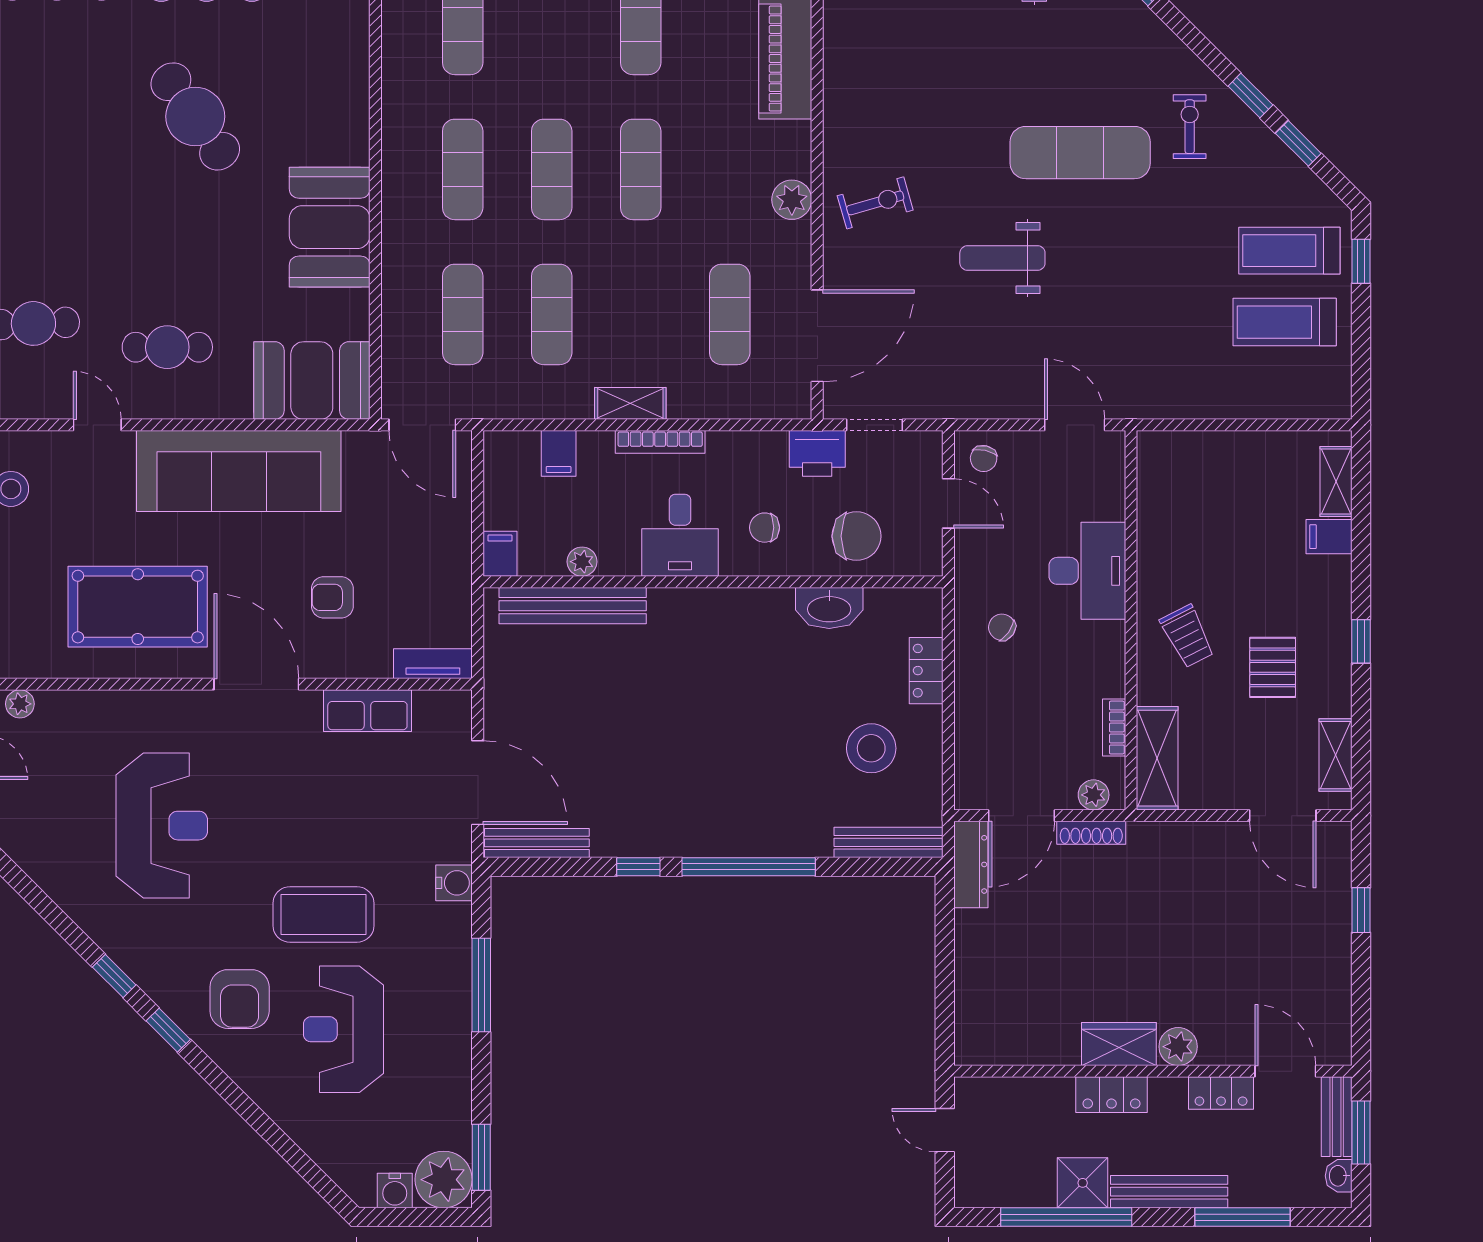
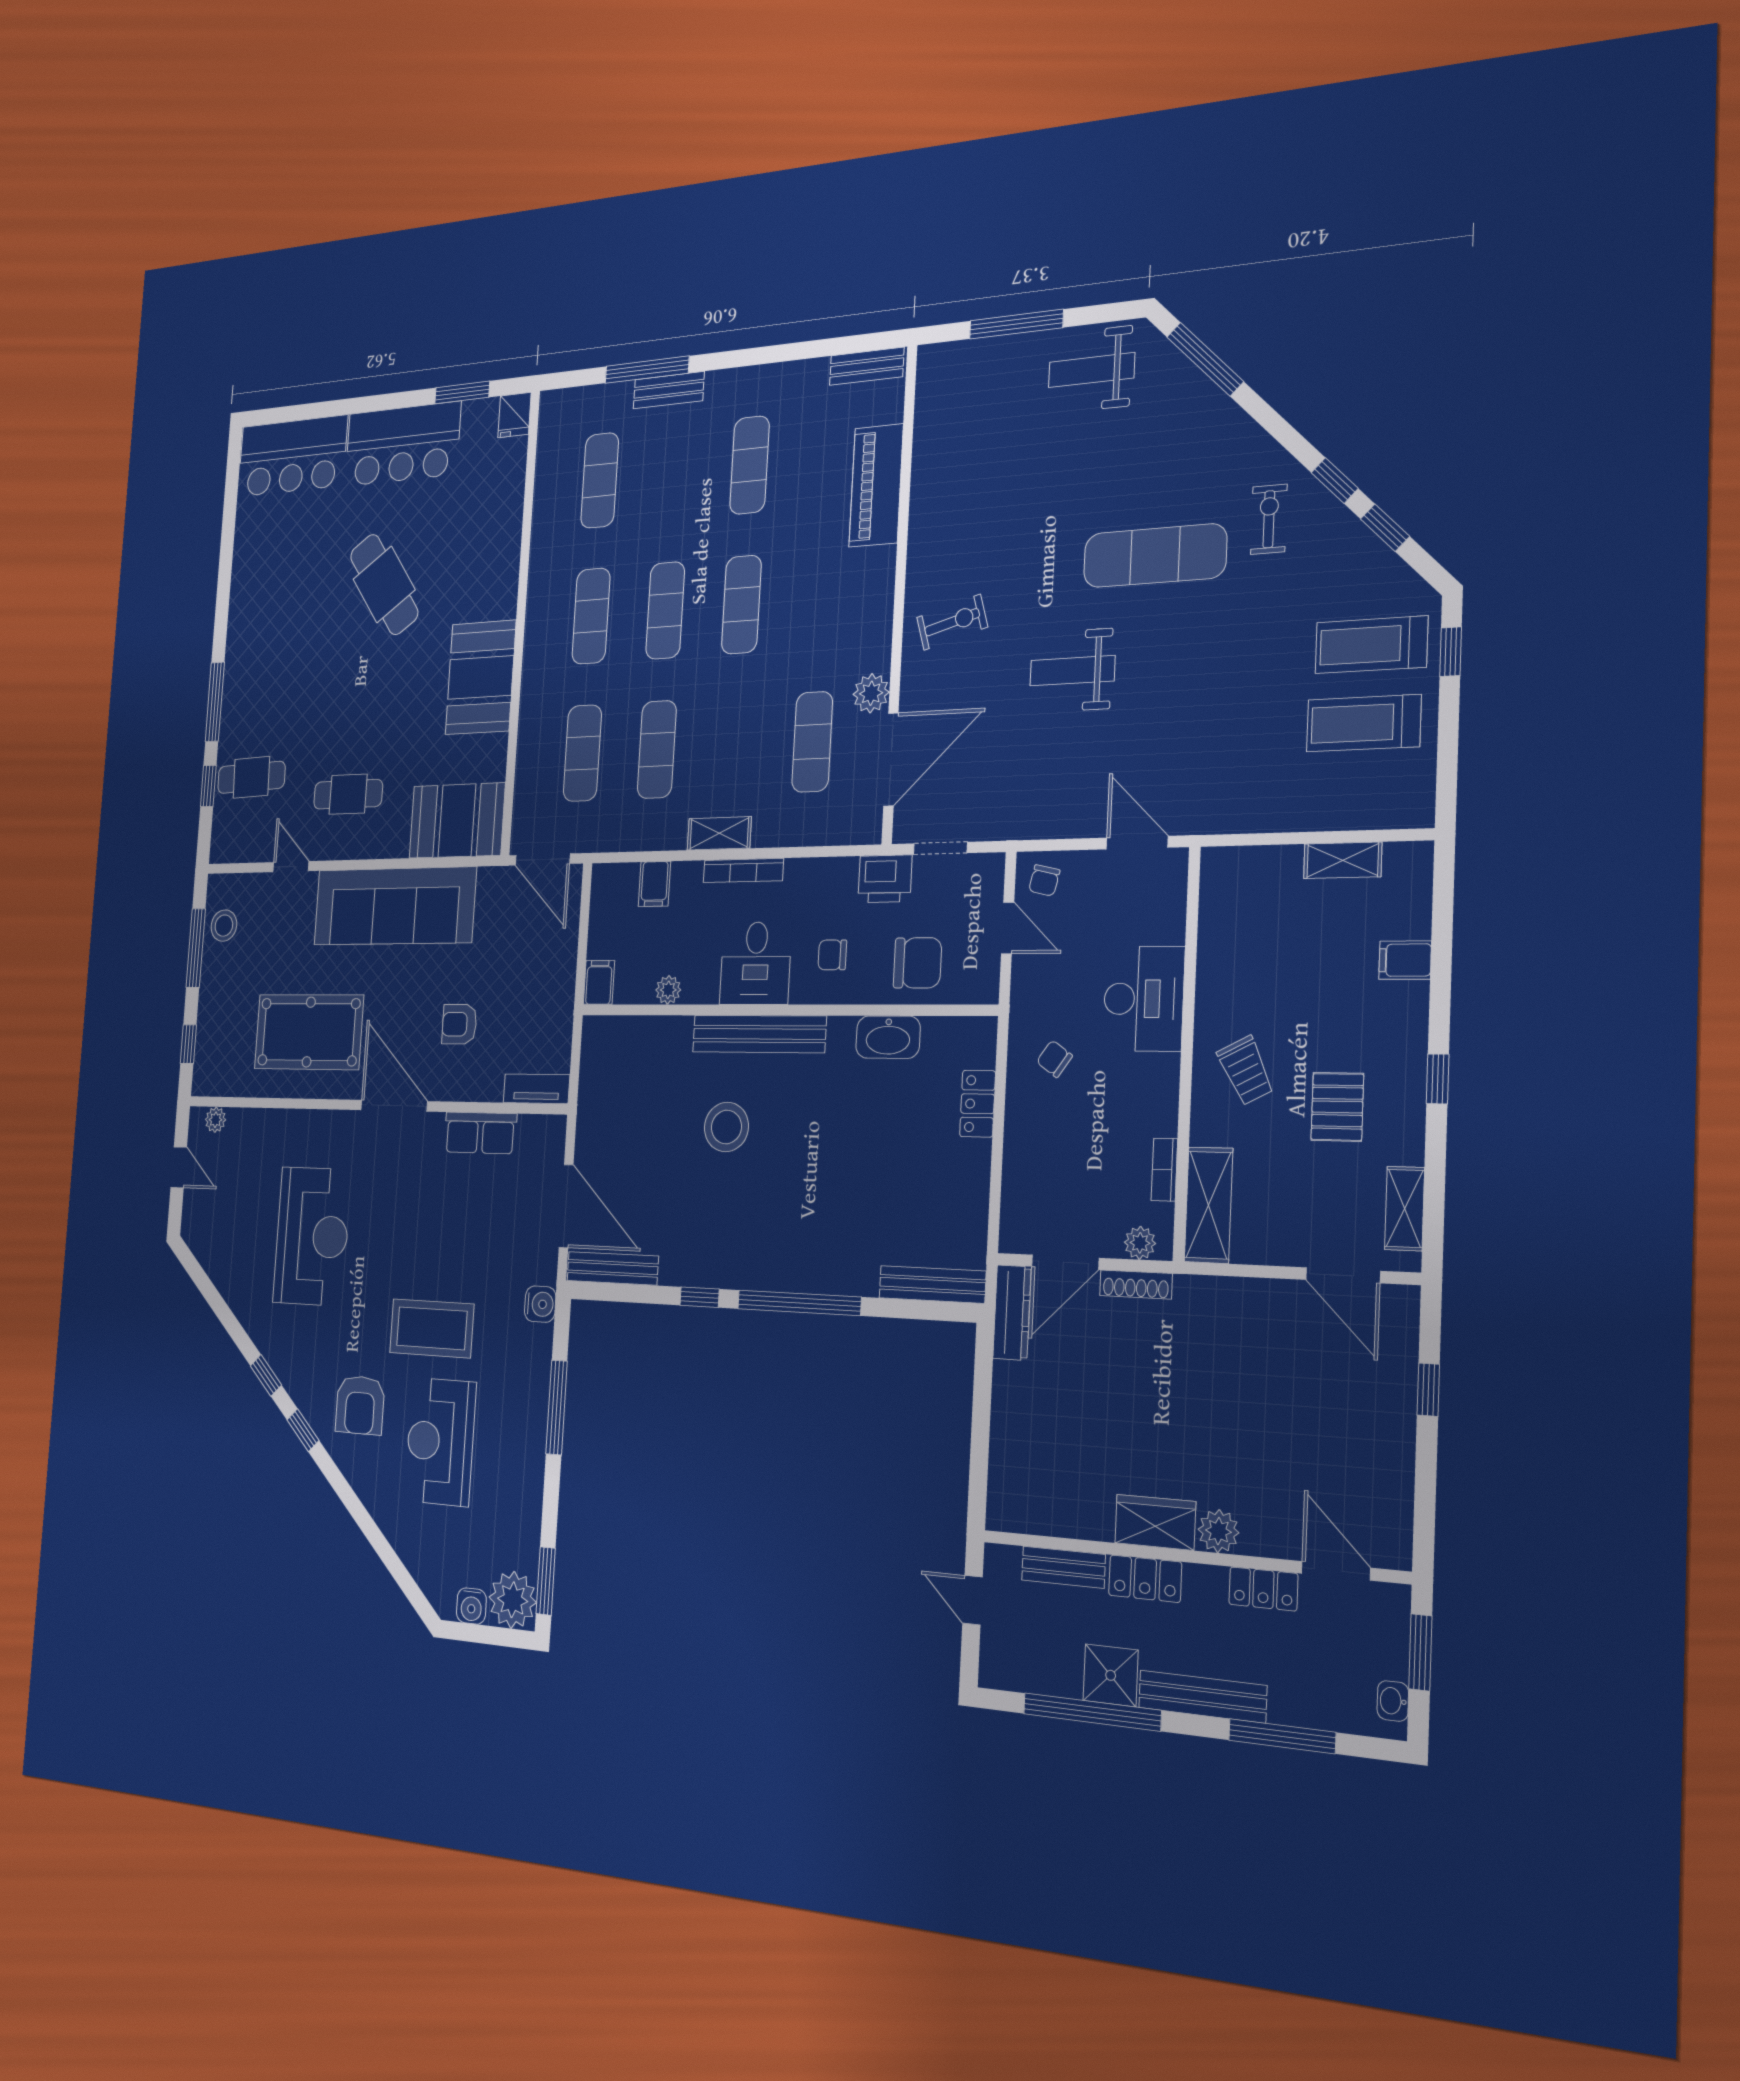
plant: (792, 200) -> (871, 693), moved
shelving: (1336, 481) -> (1343, 860), moved, turned 90
bench: (573, 606) -> (759, 1034), moved
stool: (871, 748) -> (726, 1127), moved
bench: (1337, 1117) -> (1063, 1567), moved, turned 90

